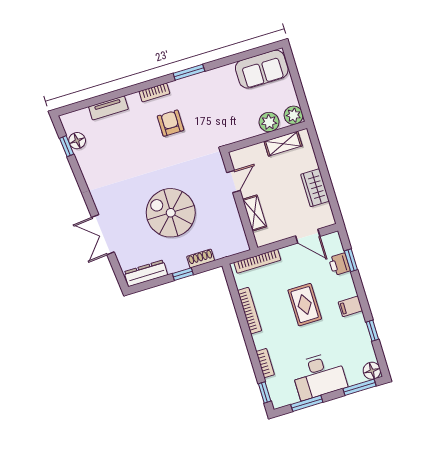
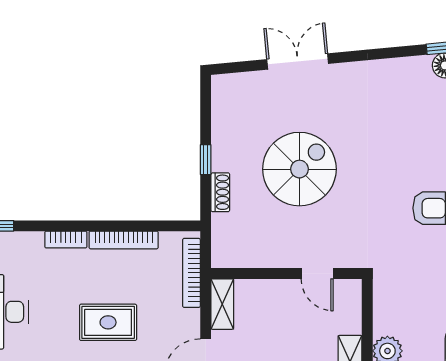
shelving: (255, 213) -> (222, 304), moved, turned 90
dresser: (146, 273) -> (223, 107), removed
bookcase: (265, 363) -> (66, 240), moved

